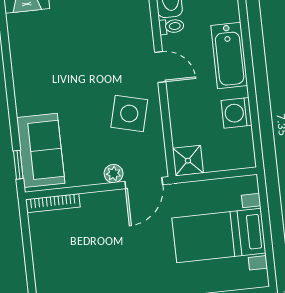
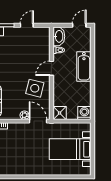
door: (160, 67) -> (51, 68), swing flipped
washing machine: (236, 113) -> (84, 113), moved, turned 90
door: (144, 183) -> (38, 121), swing flipped

